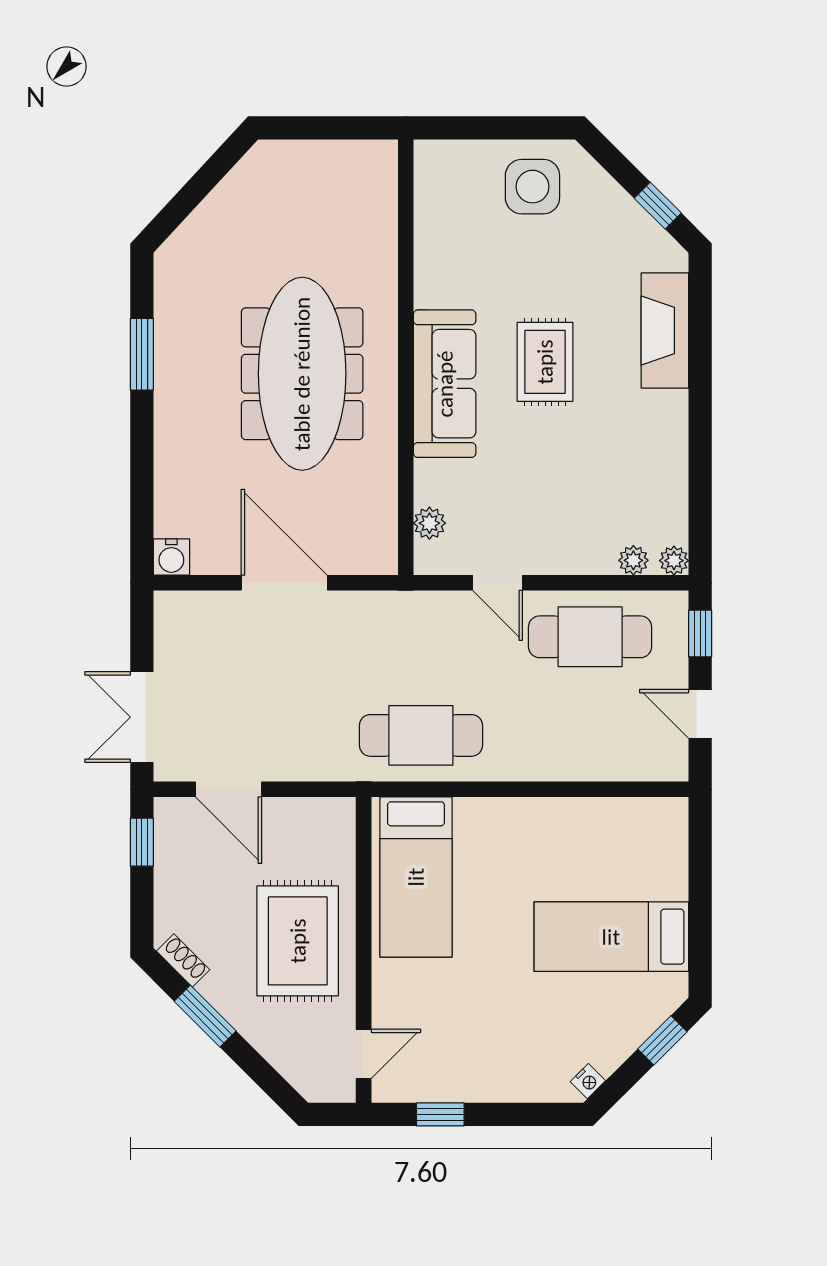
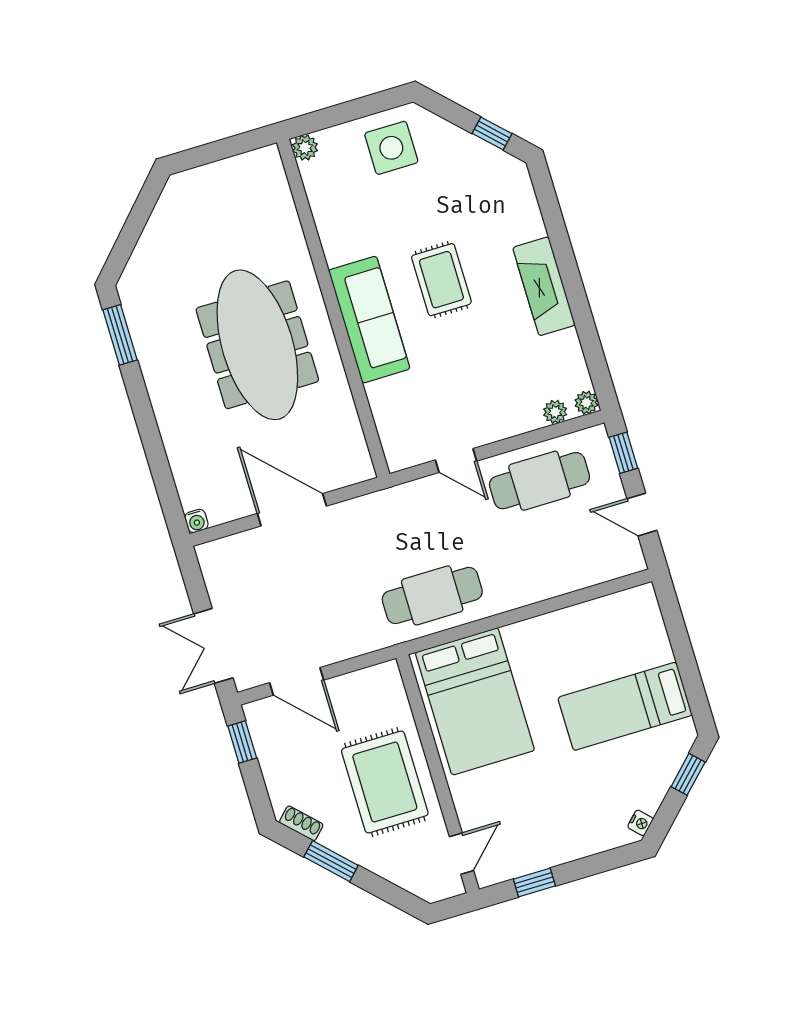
fireplace: (665, 331) -> (544, 286), moved
window: (142, 354) -> (120, 335), moved
plant: (429, 523) -> (305, 148), moved
water cooler: (171, 557) -> (196, 521), width x0.72, depth x0.72
bed: (416, 877) -> (475, 701), width x1.50

